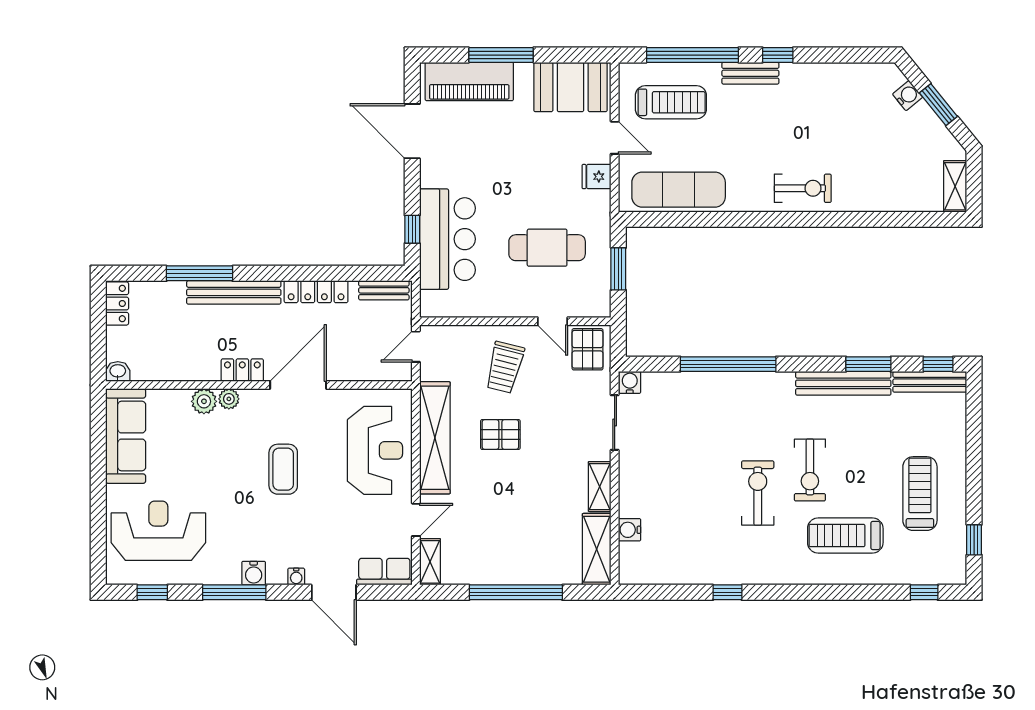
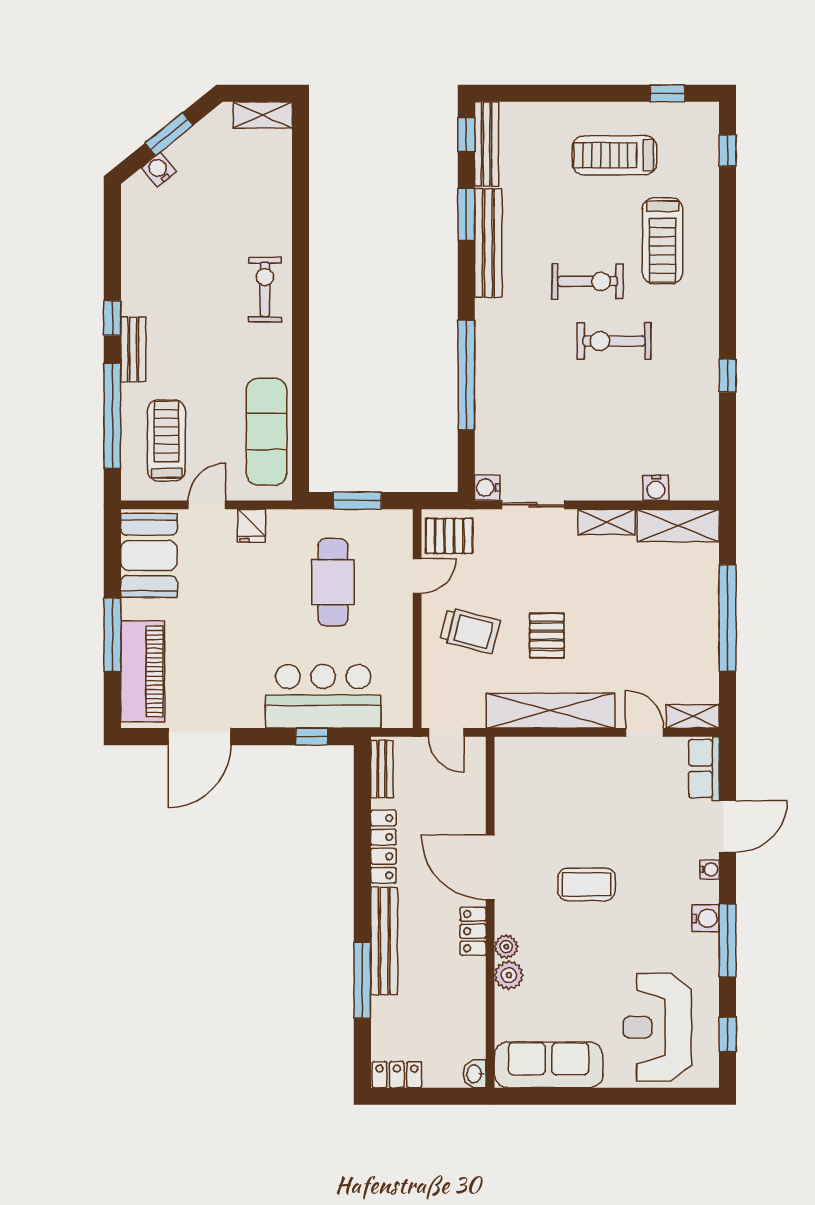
reception desk: (375, 450) -> (565, 779), removed

